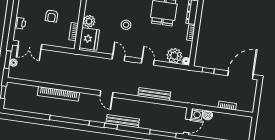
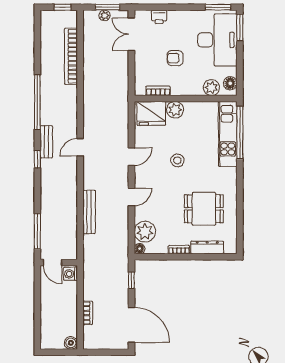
bookcase: (58, 94) -> (71, 56), moved
boiler: (208, 115) -> (71, 343), moved
bench: (123, 121) -> (46, 142), moved, width x0.73

